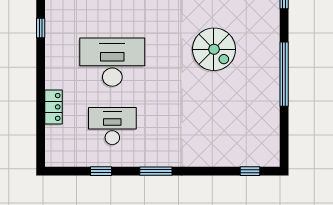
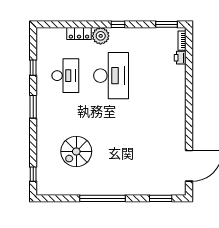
window: (41, 28) -> (118, 24), moved
spiral stairs: (214, 49) -> (76, 151), moved
plant: (57, 77) -> (101, 36), added

